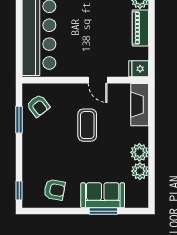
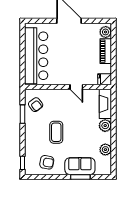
coffee table: (87, 125) -> (56, 132), moved
plant: (139, 152) -> (105, 126), moved

